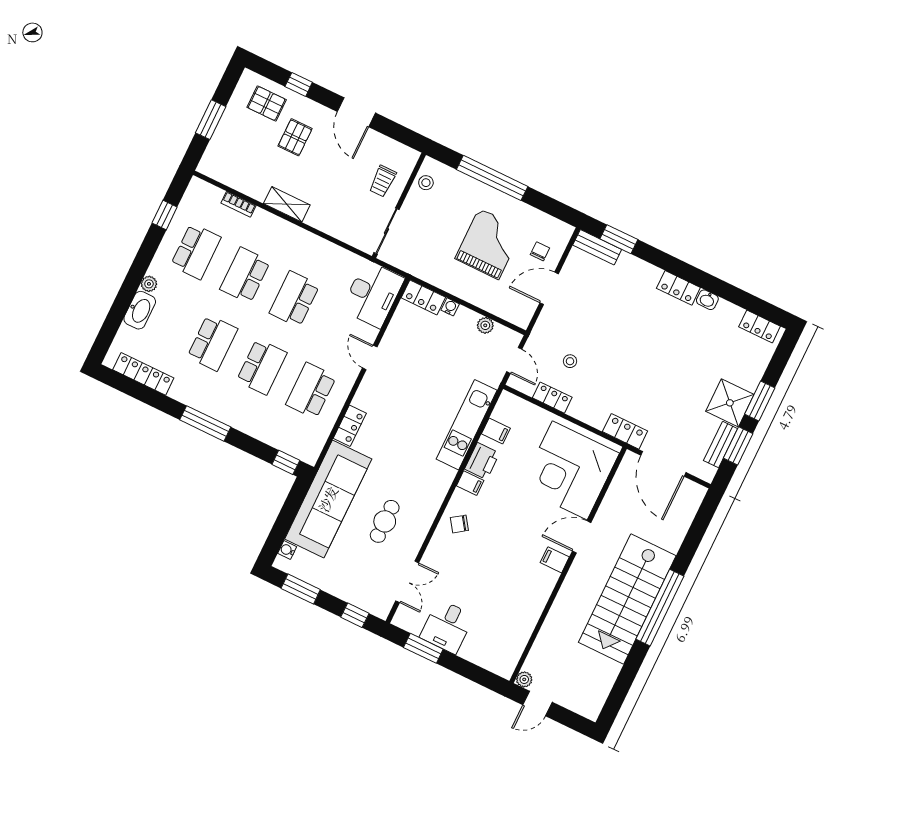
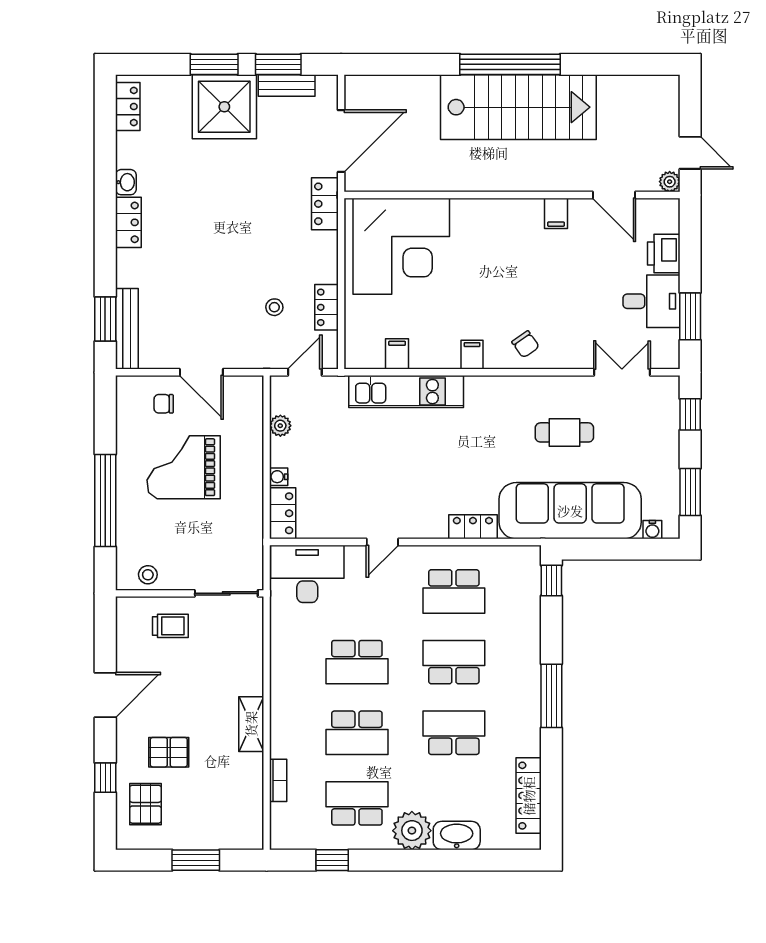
bench: (597, 247) -> (127, 329), width x1.36
plant: (149, 284) -> (412, 831), width x1.88, depth x1.88
shower: (730, 403) -> (224, 107), width x1.37, depth x1.37
printer: (482, 461) -> (664, 253), moved, turned -90
door: (582, 537) -> (614, 195), moved
filing cabinet: (555, 560) -> (556, 213), moved

